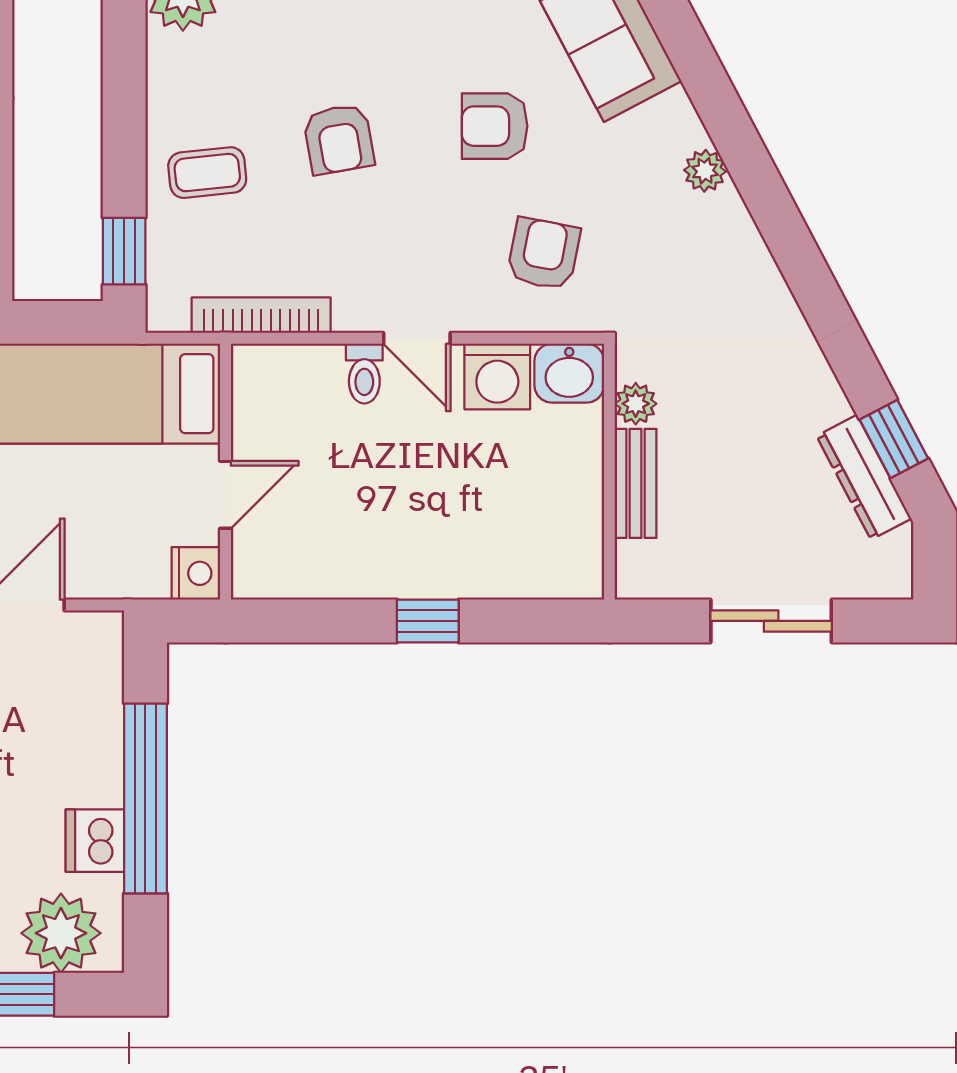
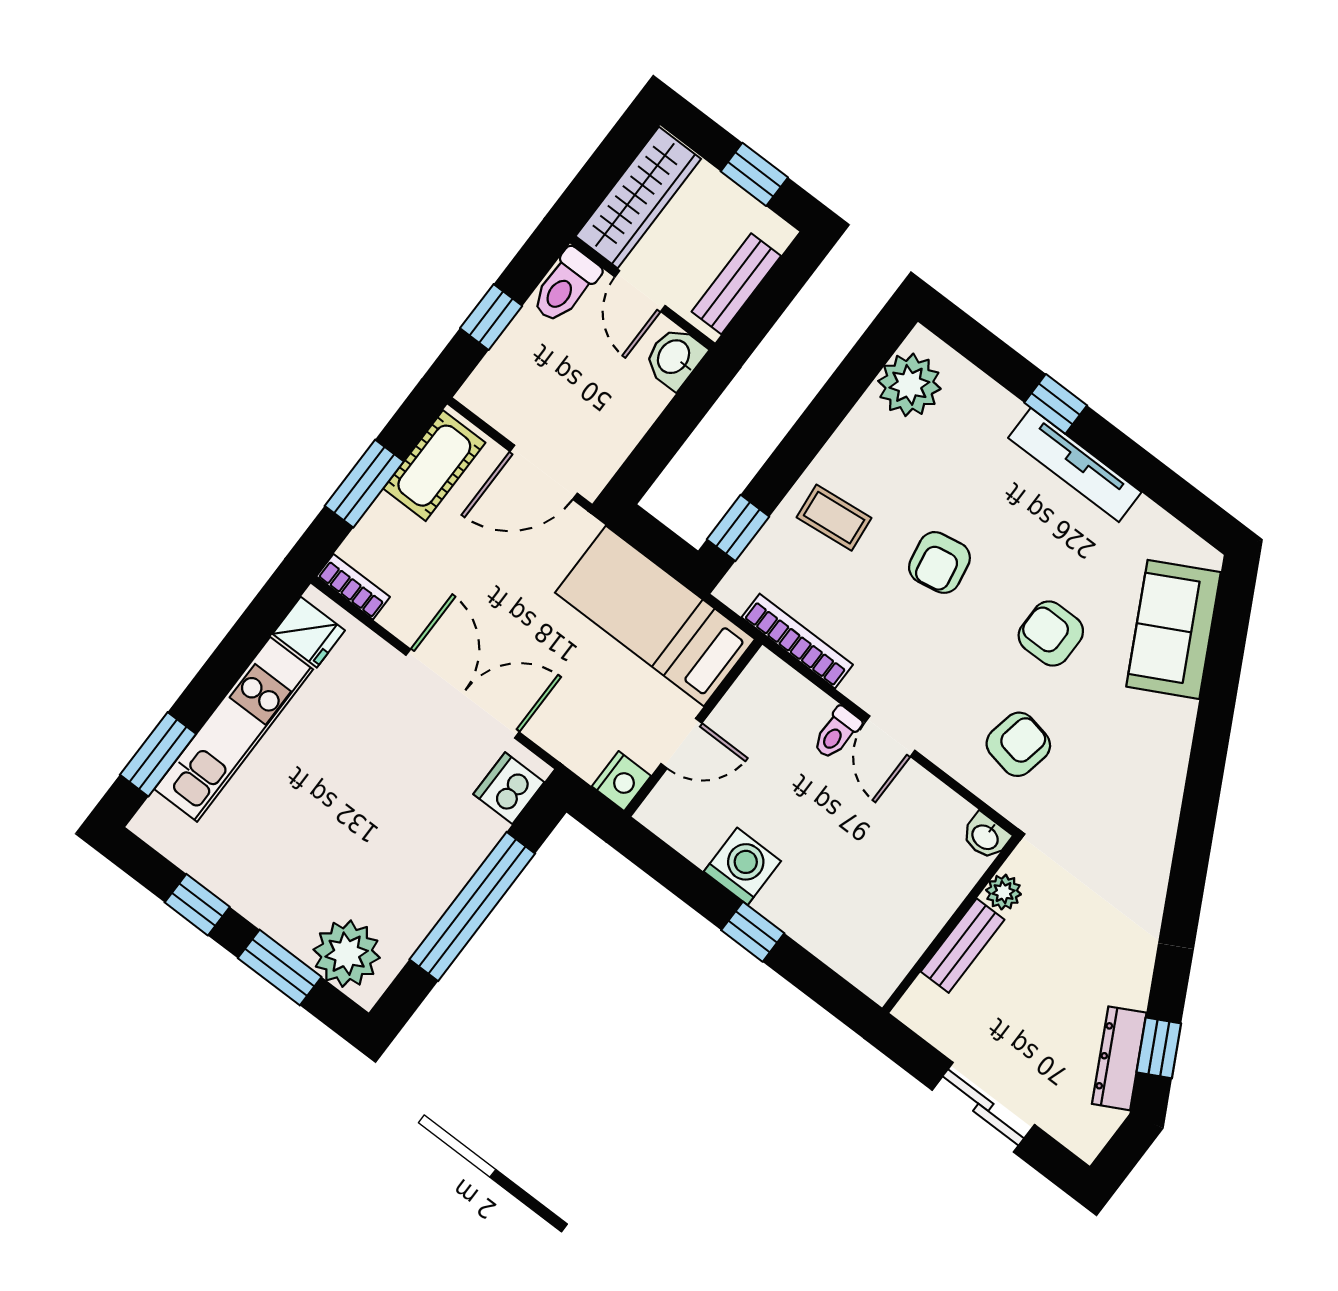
plant: (705, 171) -> (1169, 771), removed
washbasin: (569, 373) -> (986, 836), width x0.72, depth x0.69
washing machine: (497, 376) -> (742, 866), moved, turned 180
dishwasher: (95, 841) -> (509, 788), moved

